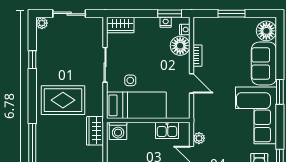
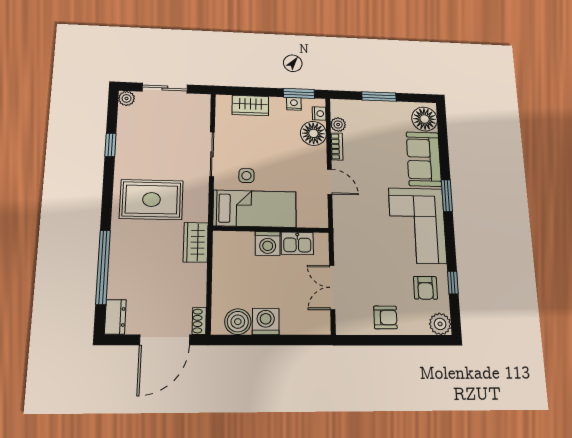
wardrobe: (120, 25) -> (250, 105), moved
washing machine: (118, 131) -> (268, 243), moved
plant: (199, 138) -> (338, 125), moved

